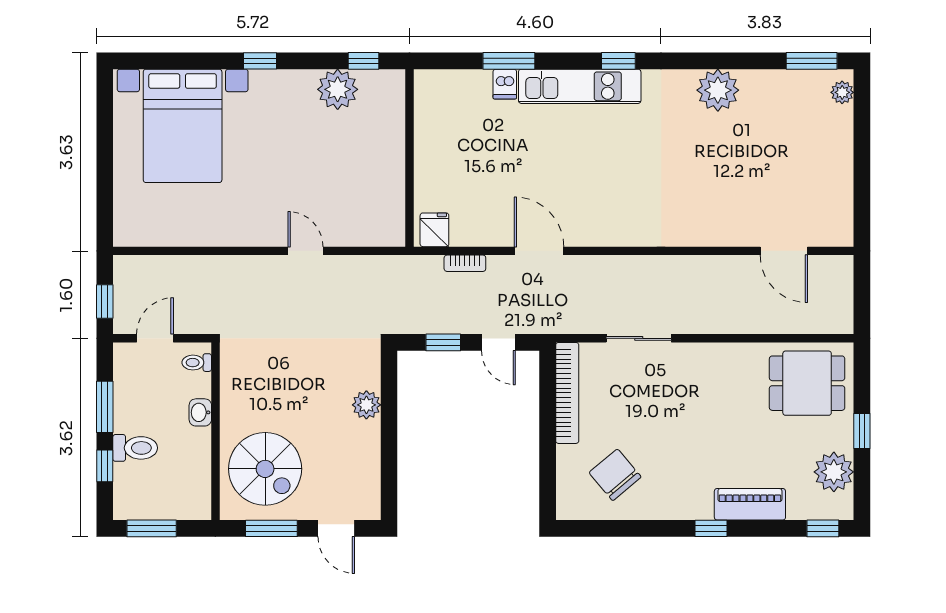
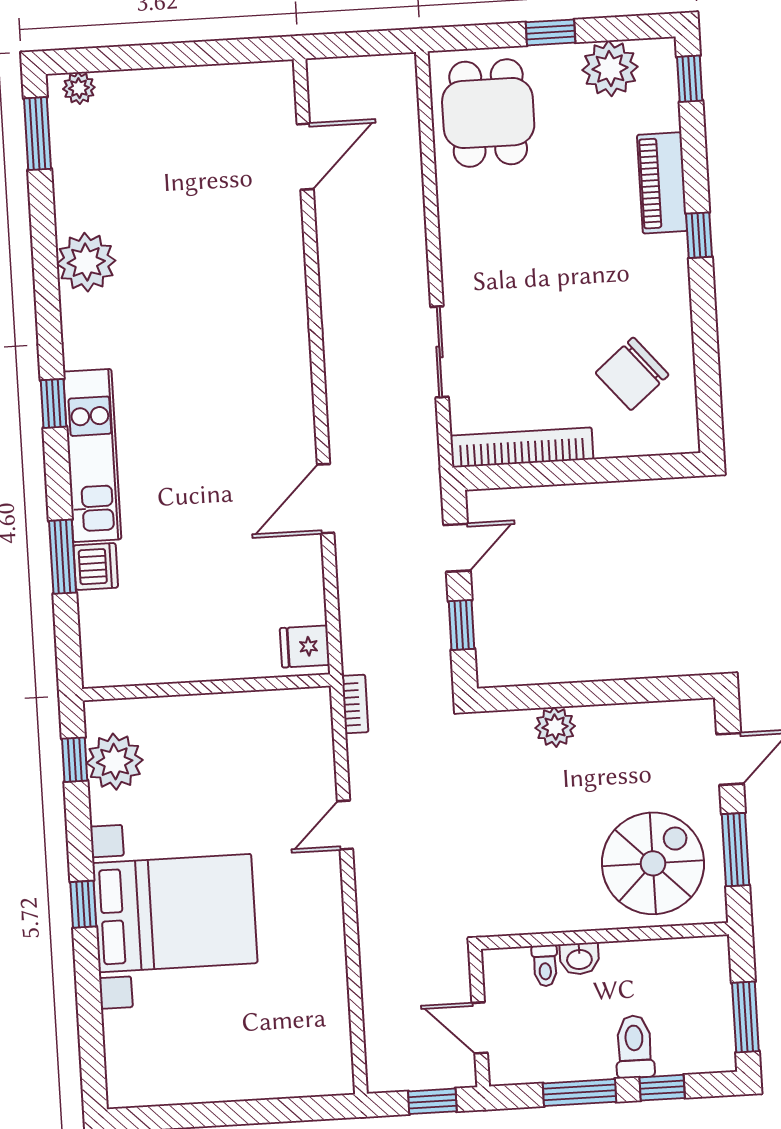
dishwasher: (505, 84) -> (96, 566), width x1.38
plant: (338, 89) -> (115, 762), moved
bed with nightstands: (183, 126) -> (175, 913), moved
bookcase: (465, 263) -> (355, 704), moved
toilet: (197, 363) -> (545, 966), moved

